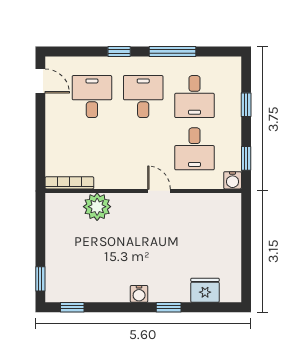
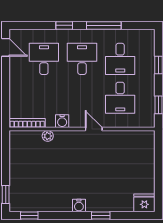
water cooler: (233, 180) -> (62, 121), moved
plant: (97, 207) -> (48, 136), width x0.53, depth x0.53
fridge: (205, 290) -> (144, 203), moved

